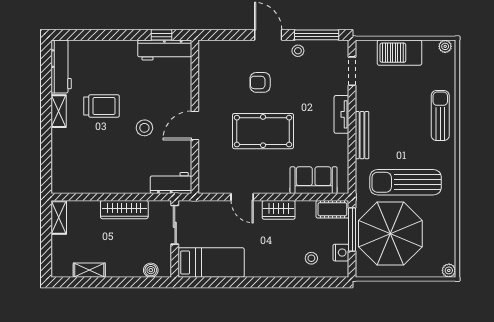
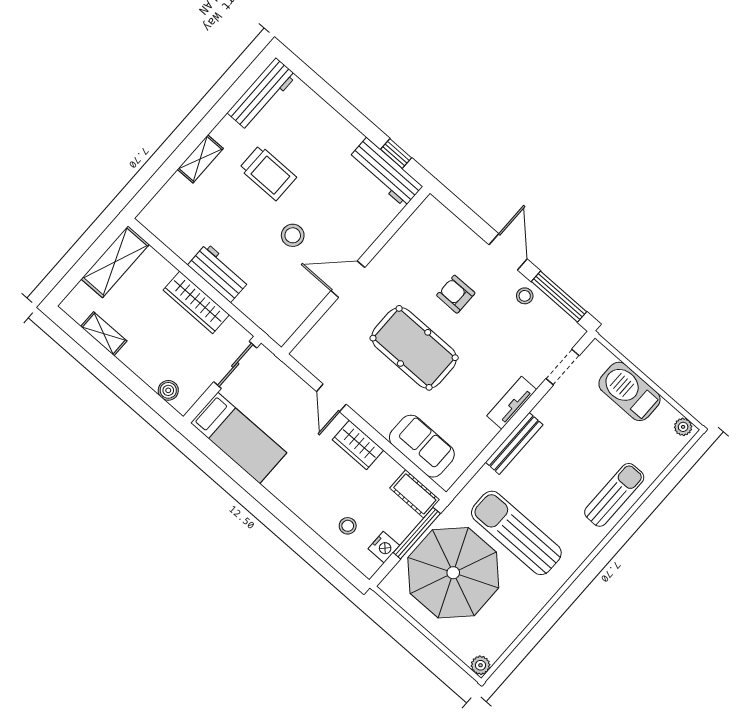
shelving: (59, 111) -> (200, 159), moved
workbench: (171, 183) -> (219, 273), moved
shelving: (59, 217) -> (115, 262), width x1.50, depth x1.33

